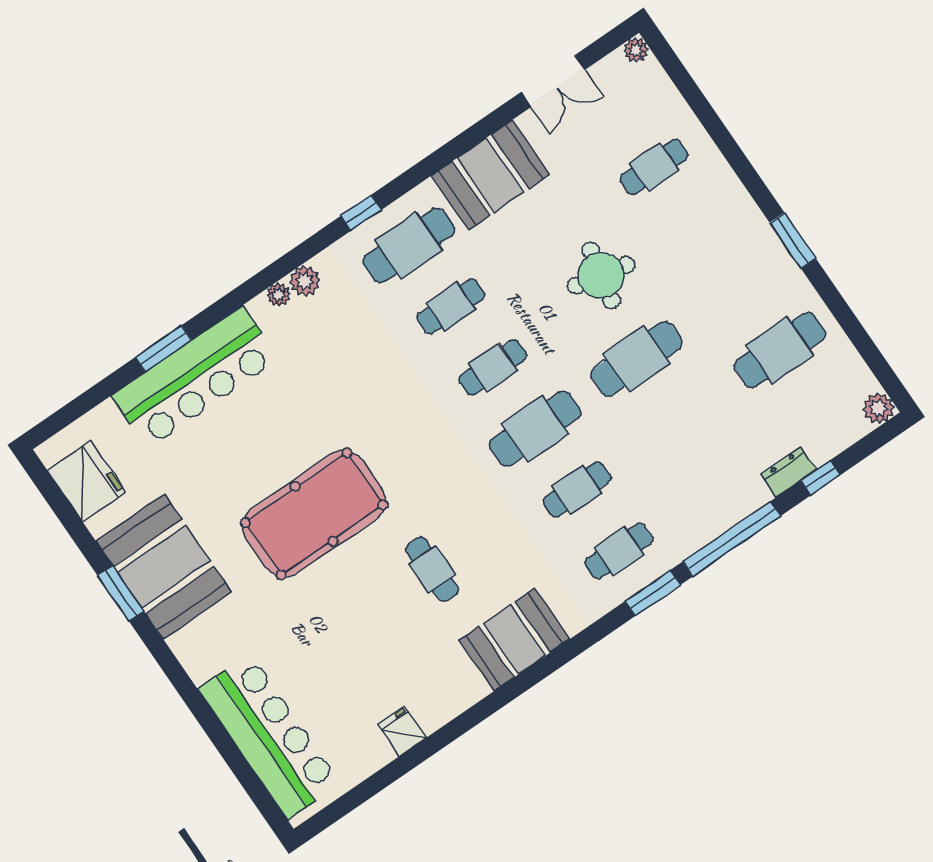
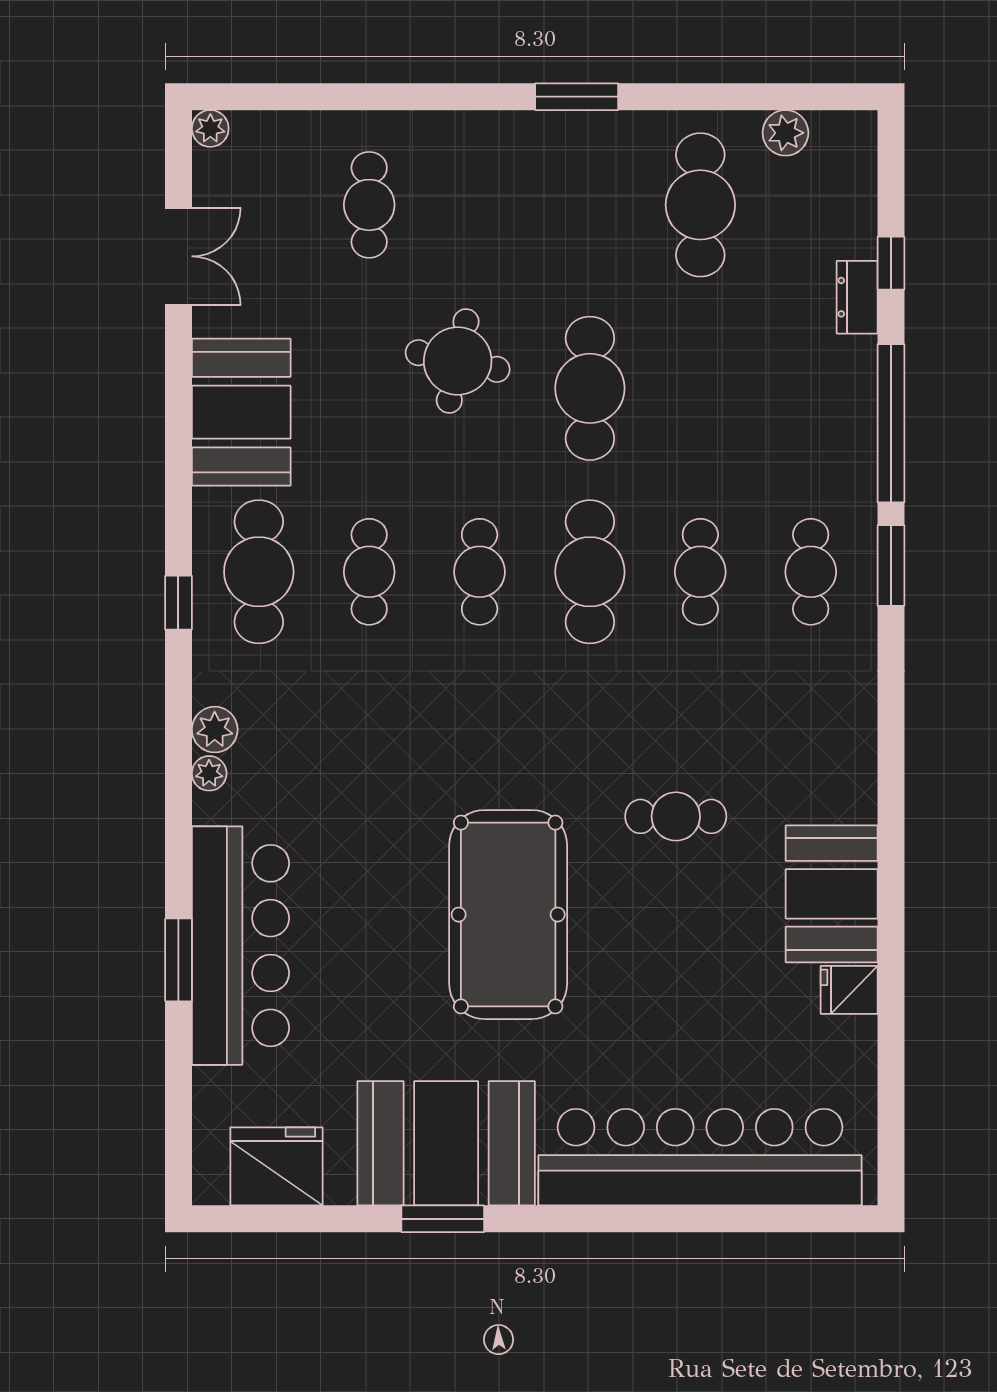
plant: (879, 408) -> (785, 133), moved
booth: (515, 640) -> (832, 894), moved
bar counter: (269, 736) -> (700, 1157), width x1.36

